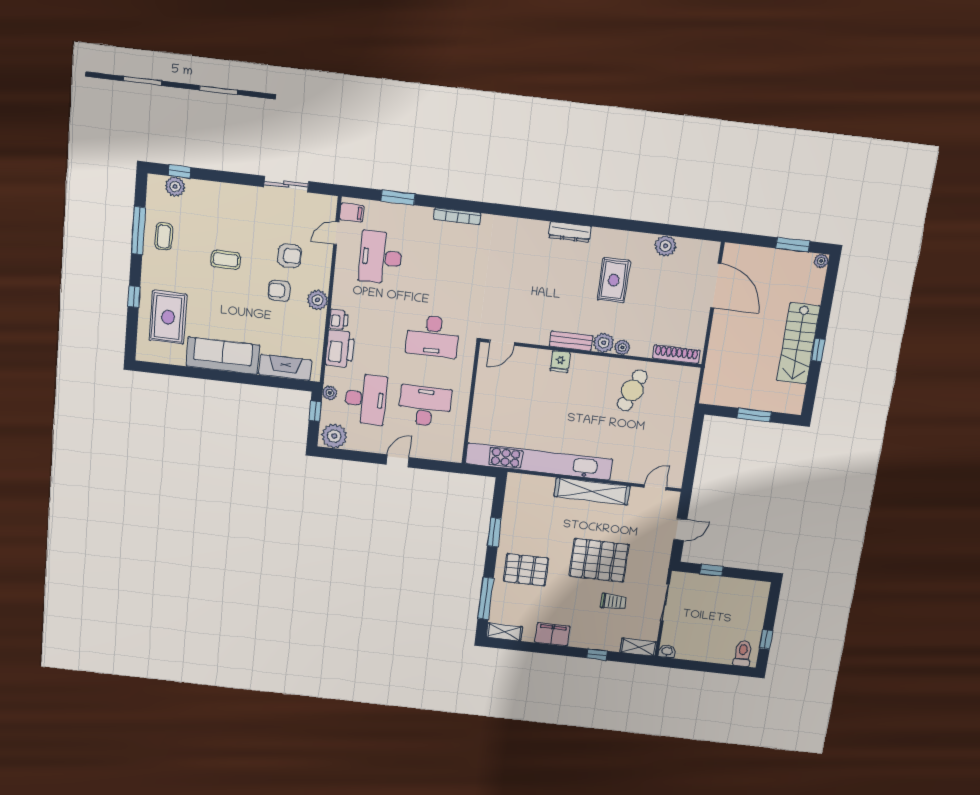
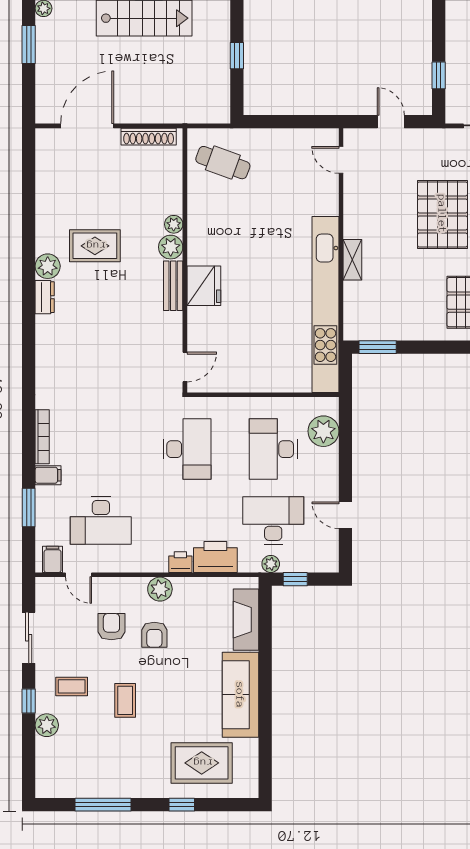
window: (180, 171) -> (29, 701), moved
plant: (175, 187) -> (47, 725), moved
filing cabinet: (424, 217) -> (48, 475), added
dresser: (570, 232) -> (45, 297), width x0.70
coffee table: (164, 236) -> (72, 686), moved
plant: (666, 246) -> (48, 266), moved
door: (502, 343) -> (185, 367), hinge flipped
shoe rack: (676, 354) -> (149, 137), moved, turned -90
fridge: (560, 362) -> (204, 286), width x1.88, depth x1.34
cafe table: (632, 390) -> (223, 163), moved
window: (754, 415) -> (237, 56), width x0.67
plant: (334, 436) -> (323, 431), moved
door: (398, 461) -> (345, 515), moved
shelving: (592, 491) -> (352, 260), width x0.45, depth x0.75
window: (494, 532) -> (378, 347), moved

